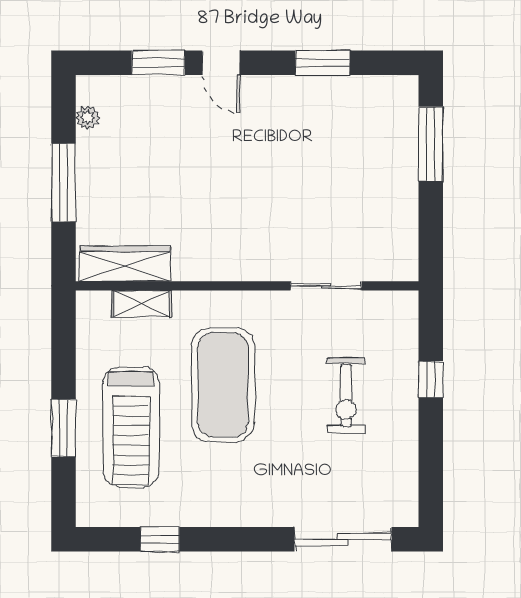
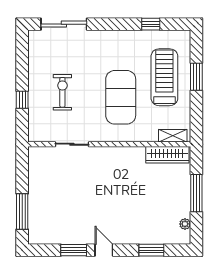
door: (221, 63) -> (104, 250), moved
shelving: (142, 304) -> (173, 136), moved

